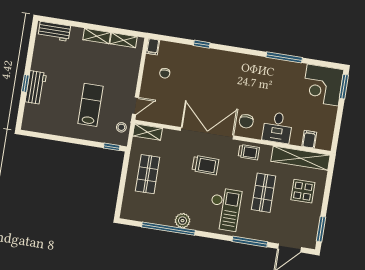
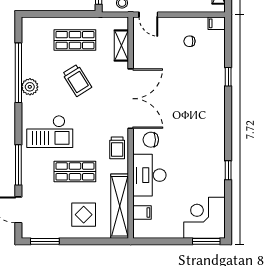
window: (284, 57) -> (228, 170), width x0.46
desk: (277, 128) -> (149, 175), width x1.37
shelving: (148, 132) -> (121, 45), moved
trolley: (205, 165) -> (77, 80), moved, turned -33

